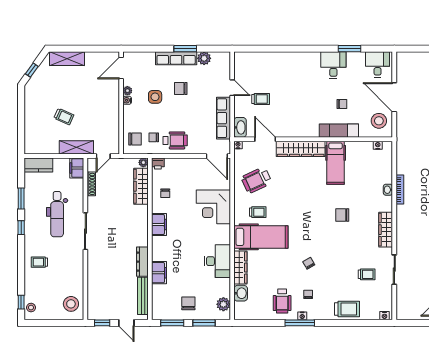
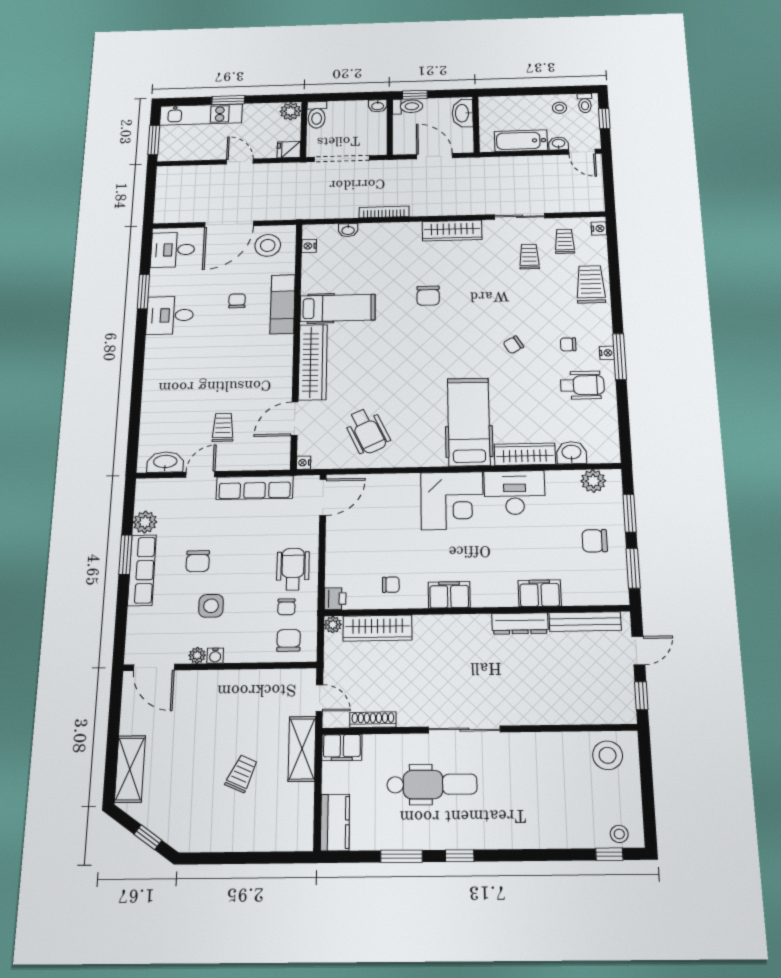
washbasin: (240, 127) -> (165, 462), moved
washbasin: (388, 190) -> (348, 230), moved
corner desk: (213, 207) -> (452, 501), moved
trolley: (258, 212) -> (565, 241), moved
trolley: (39, 262) -> (527, 818), removed

